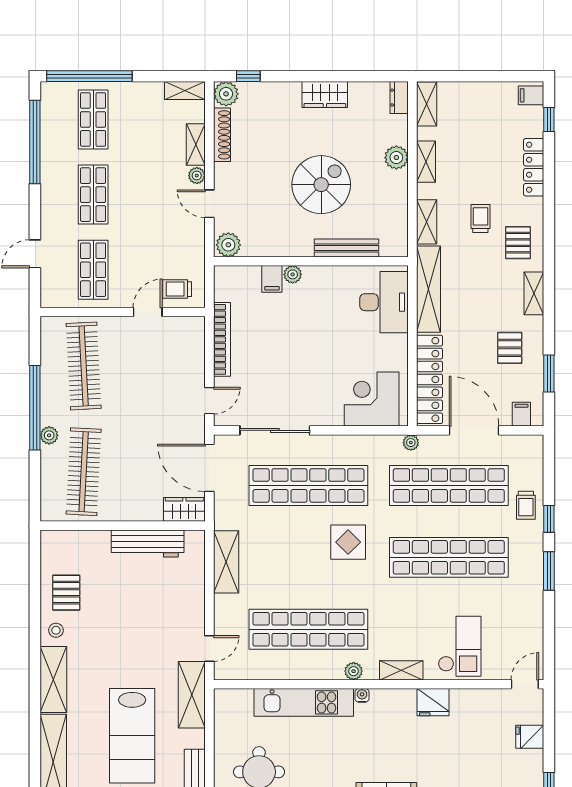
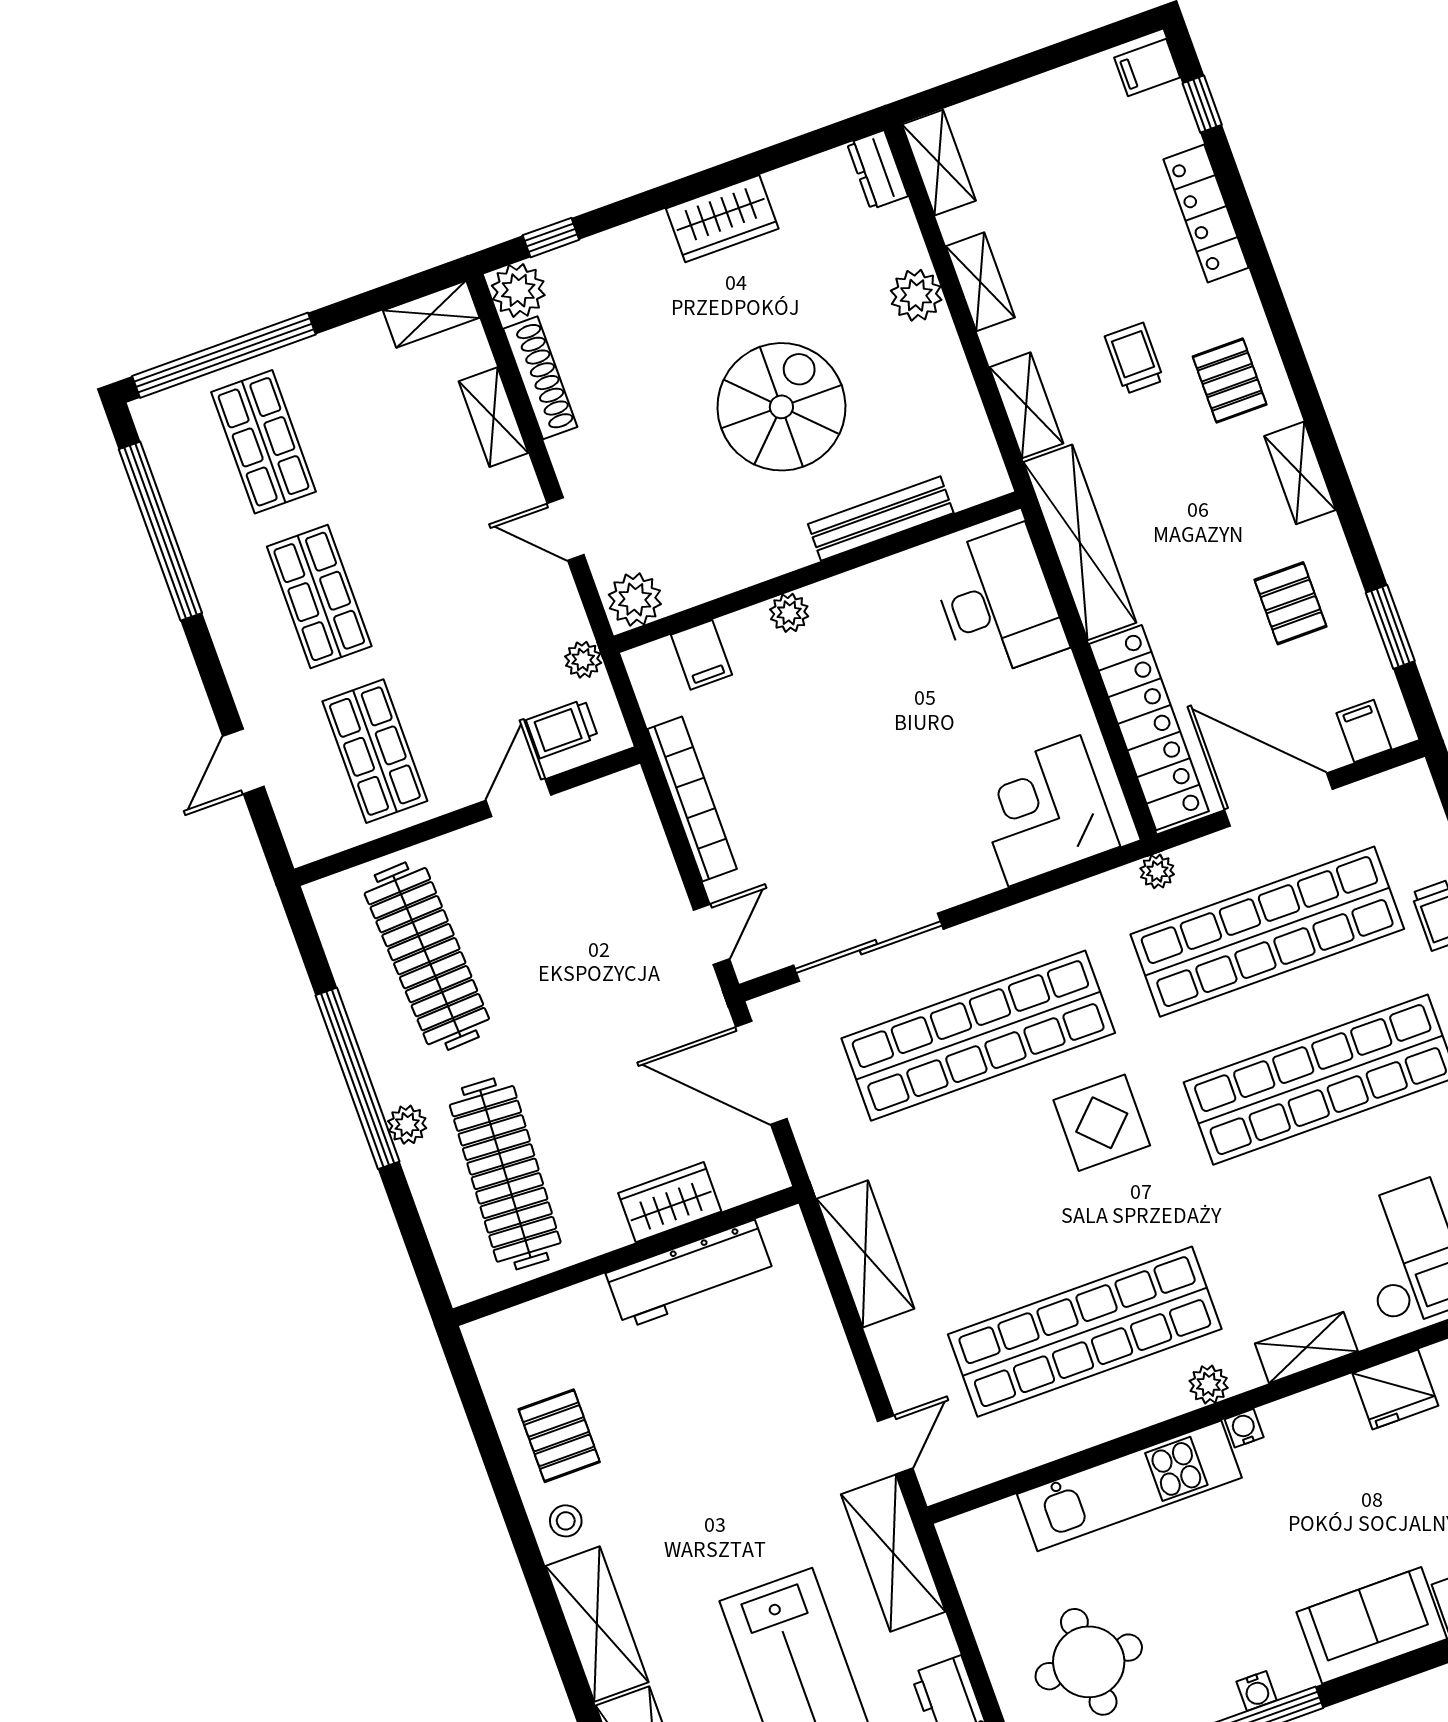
plant: (197, 176) -> (583, 660), moved
filing cabinet: (272, 279) -> (701, 655), moved
wardrobe: (184, 509) -> (670, 1202), moved

